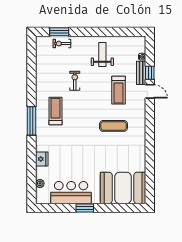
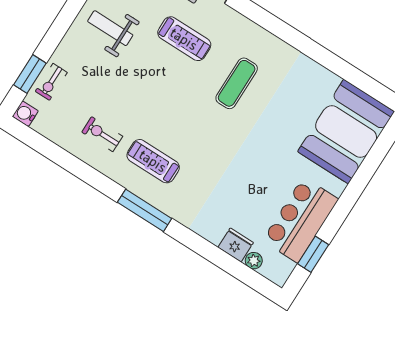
water cooler: (41, 41) -> (25, 114), added
exercise bike: (75, 81) -> (102, 134), moved
fridge: (42, 159) -> (236, 245), moved
window: (85, 208) -> (313, 254), moved

